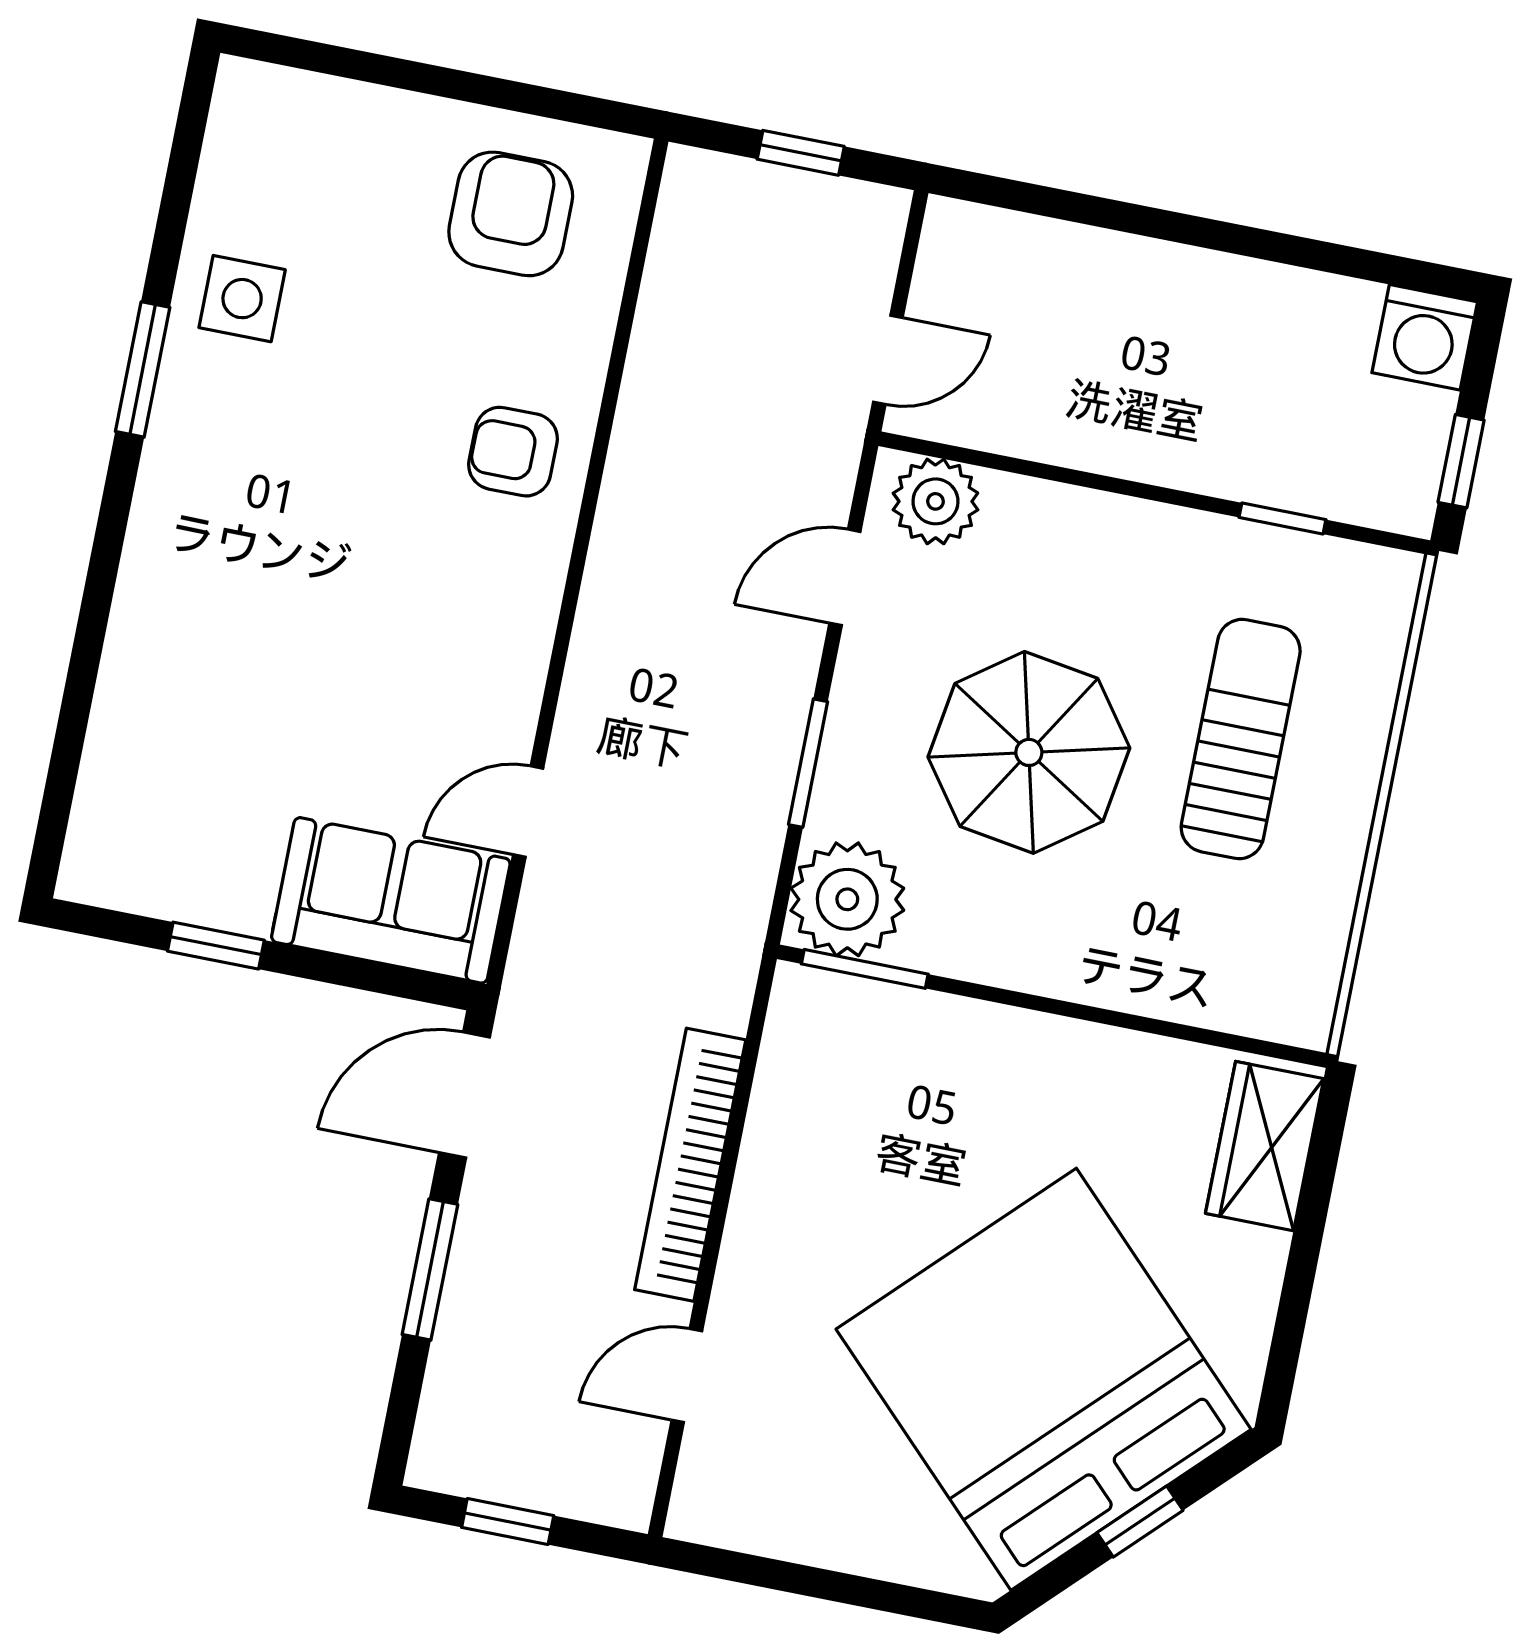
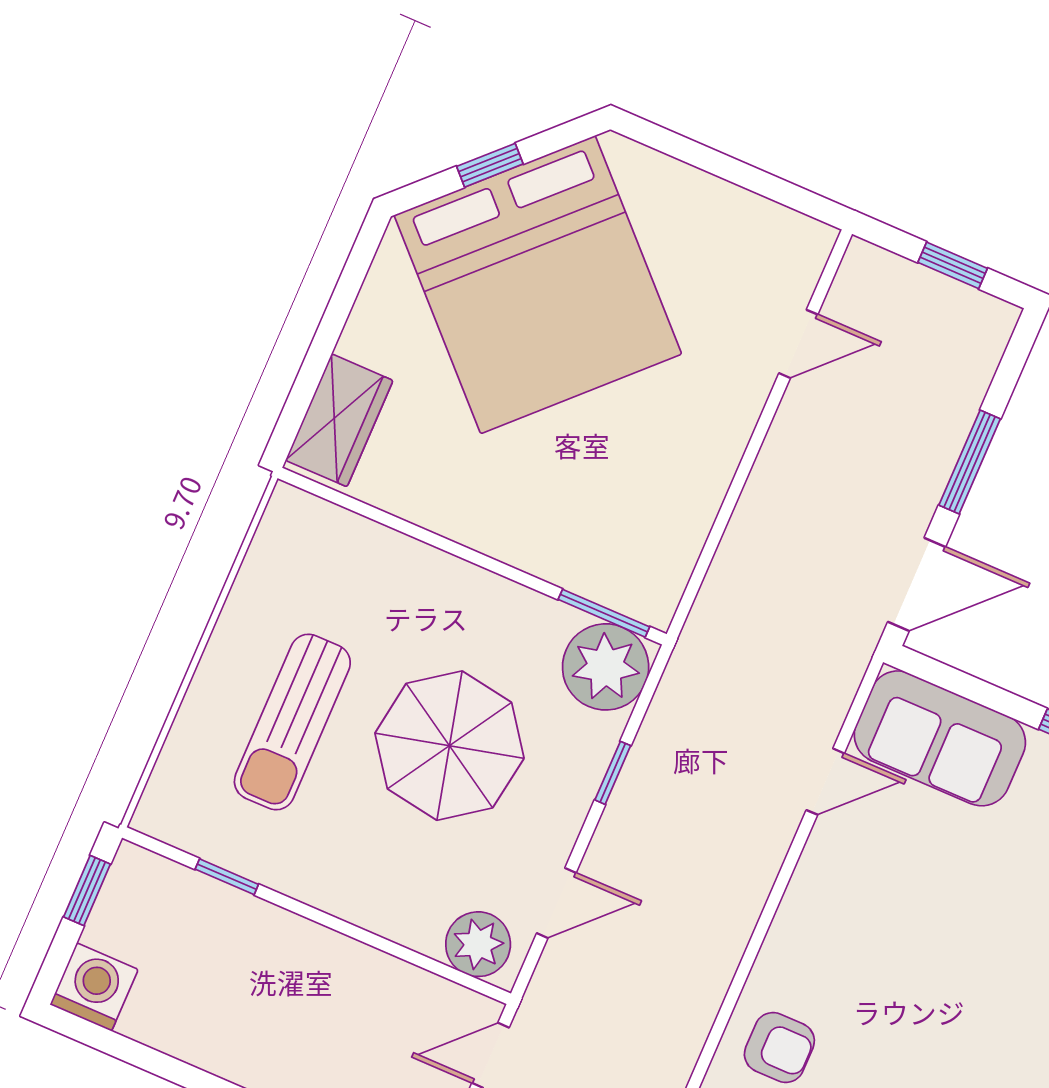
window: (808, 763) -> (613, 773), width x0.67
bookcase: (690, 1165) -> (763, 498), removed

